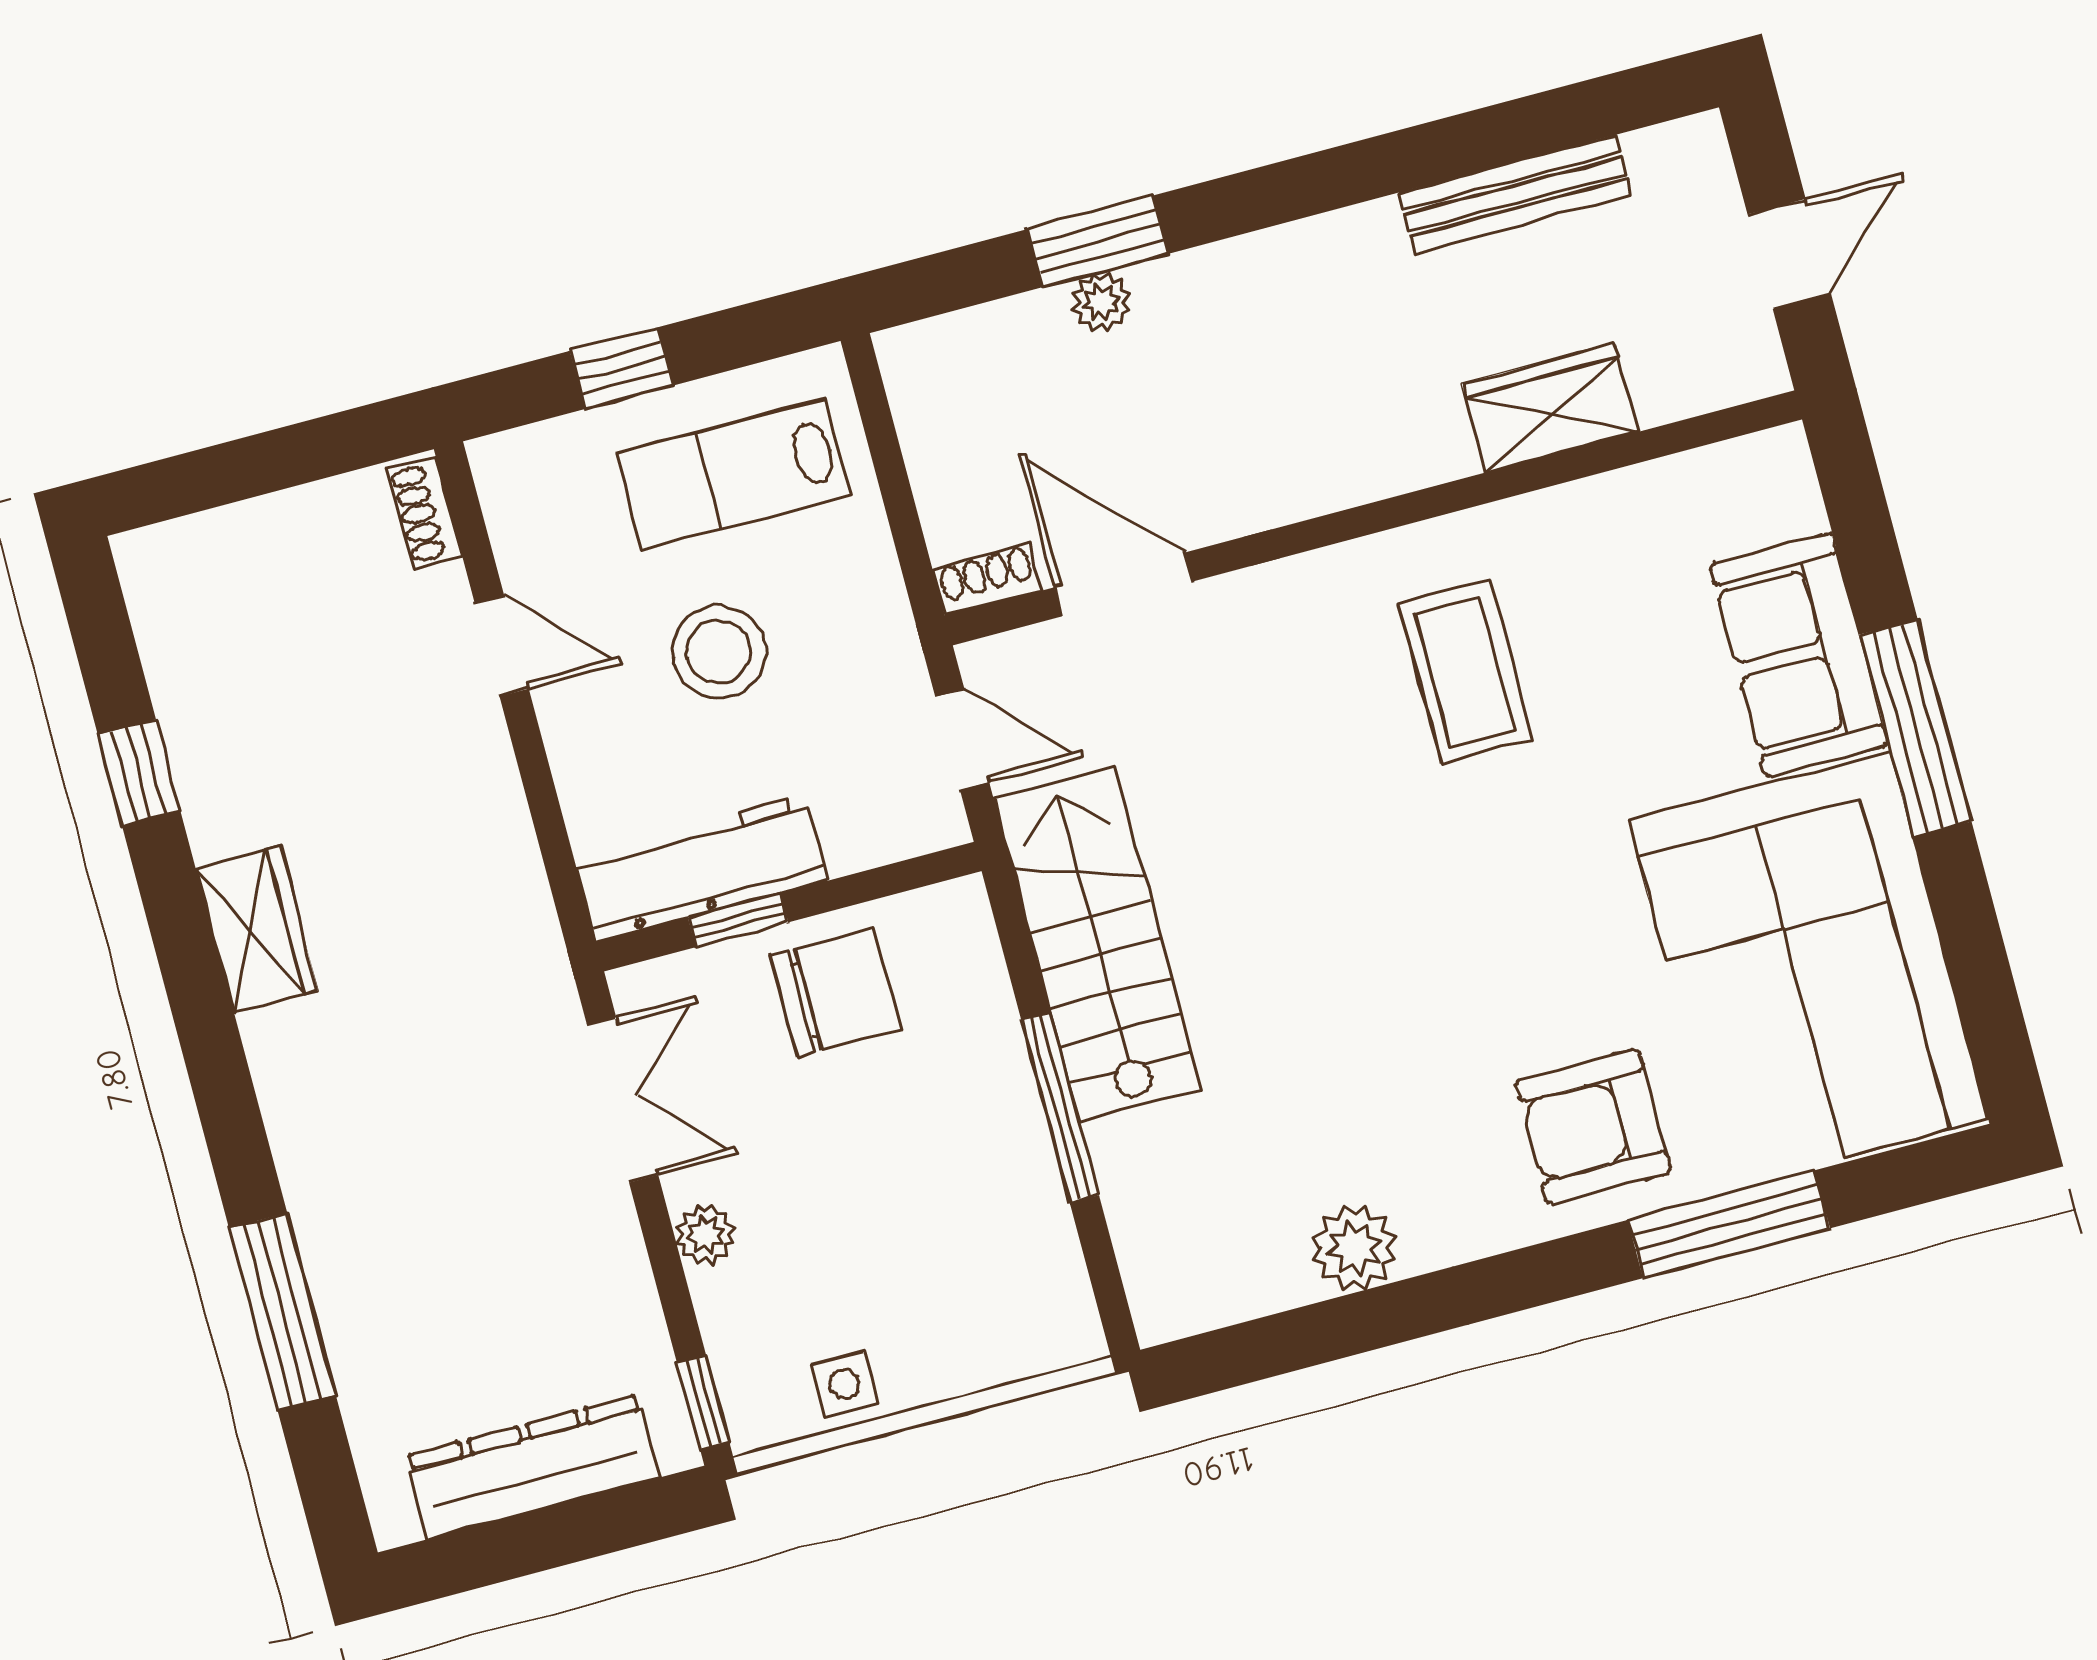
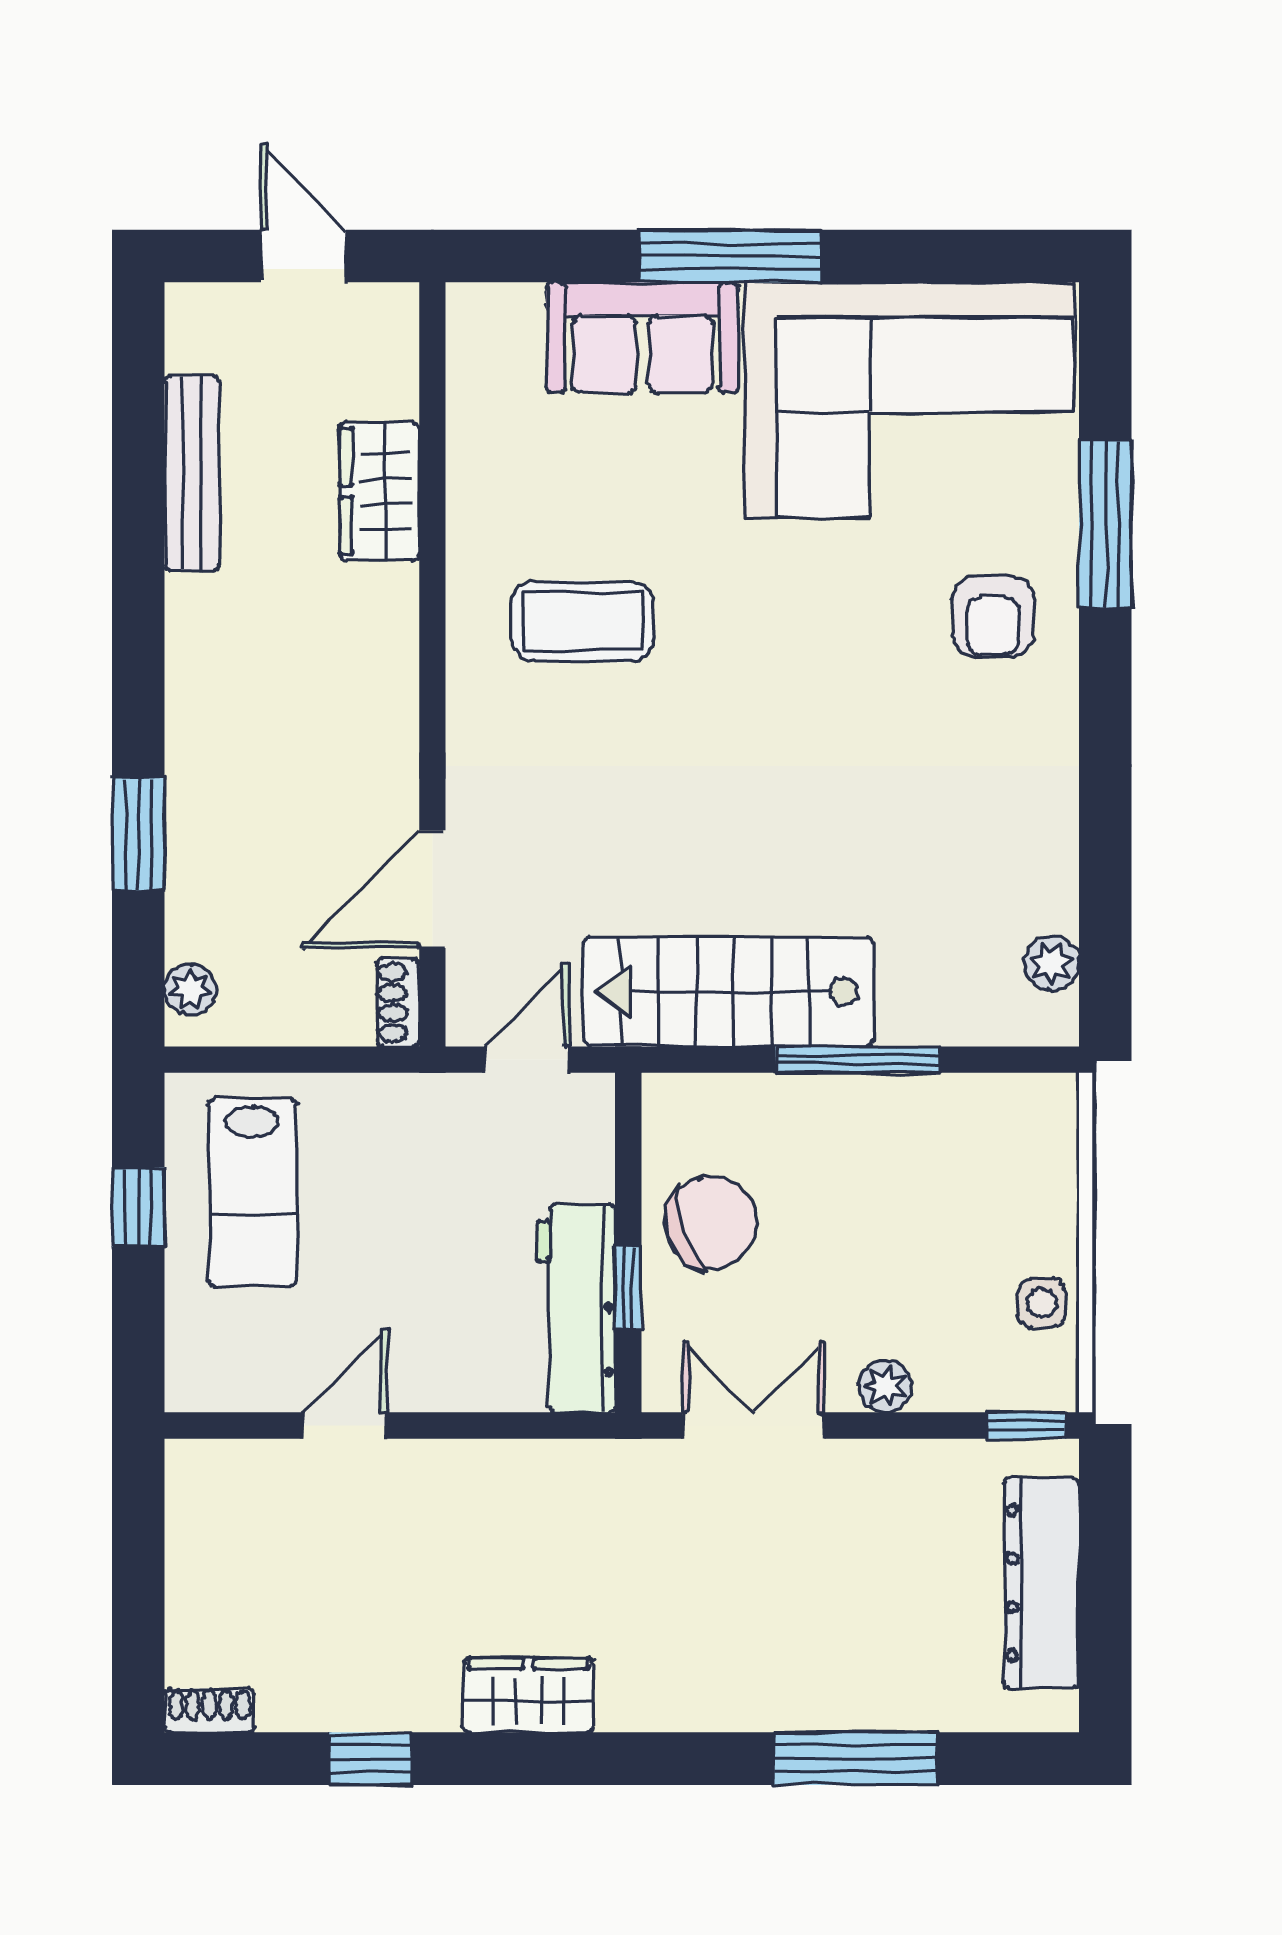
plant: (1101, 302) -> (190, 990), moved
window: (621, 368) -> (138, 1207), moved
shoe rack: (425, 512) -> (210, 1711), moved, turned 180
stool: (719, 652) -> (398, 1244), removed
chair: (836, 992) -> (711, 1222), turned 72
armchair: (1593, 1127) -> (993, 616), width x0.72, depth x0.72
plant: (1354, 1248) -> (1052, 963), moved, width x0.73, depth x0.73

